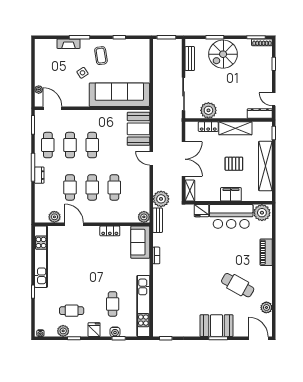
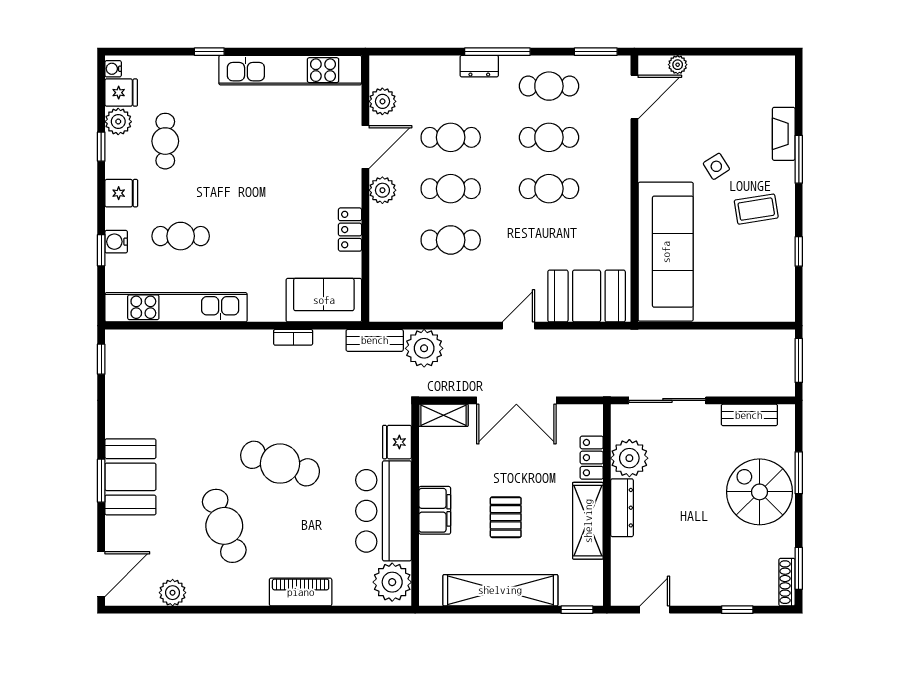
dresser: (260, 114) -> (622, 508), moved
plant: (144, 217) -> (382, 190), moved
cafe table: (211, 261) -> (280, 464), added
cafe table: (238, 285) -> (224, 526), turned -49
fridge: (51, 330) -> (121, 93), added

